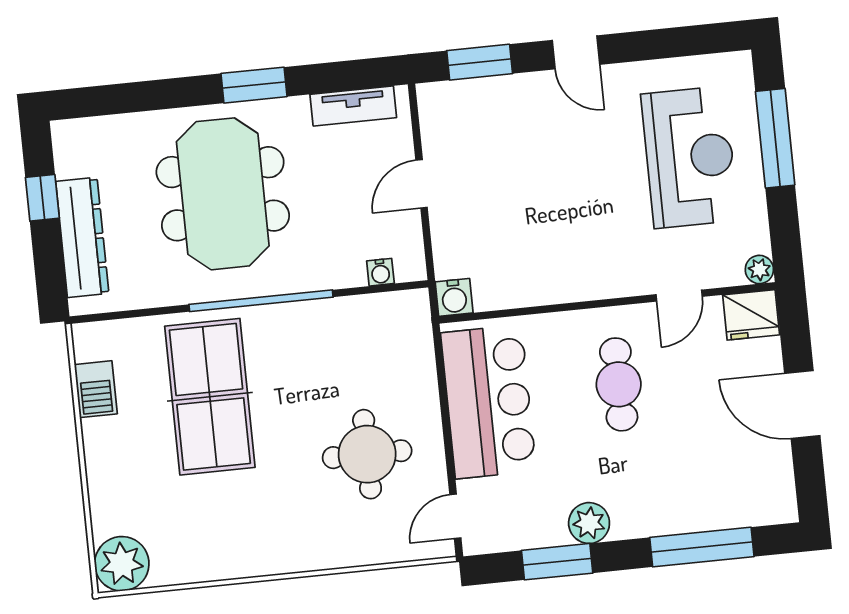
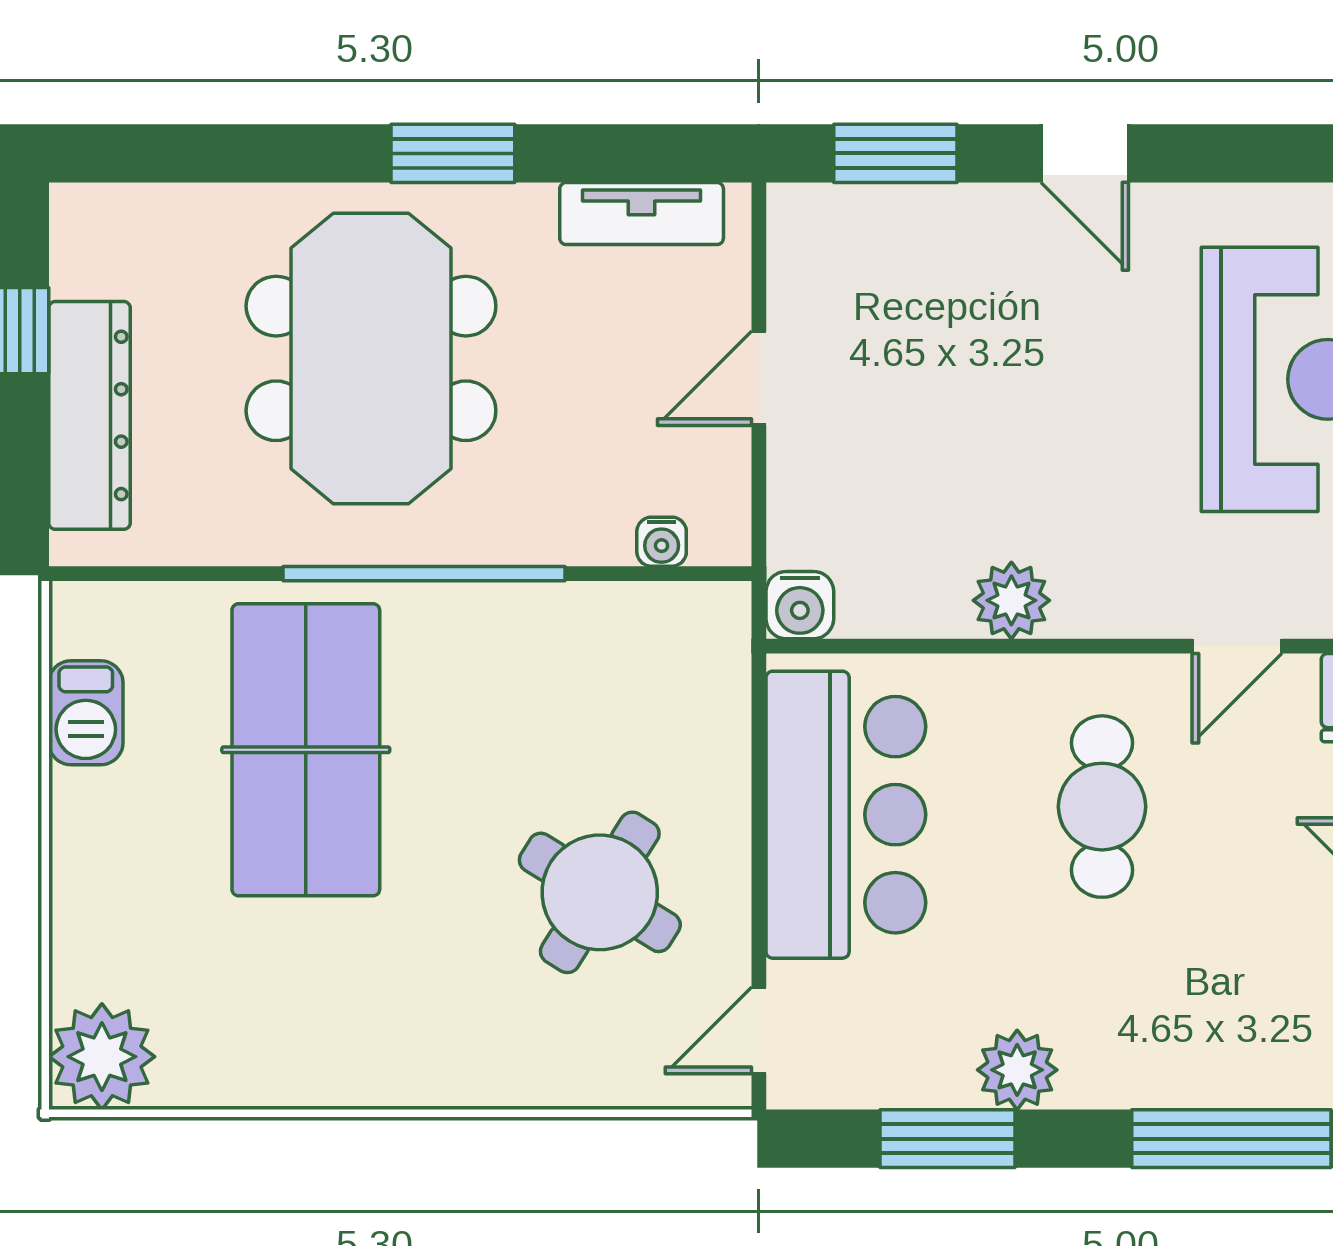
plant: (562, 284) -> (1011, 600), added
round table: (367, 454) -> (600, 892), turned 32

